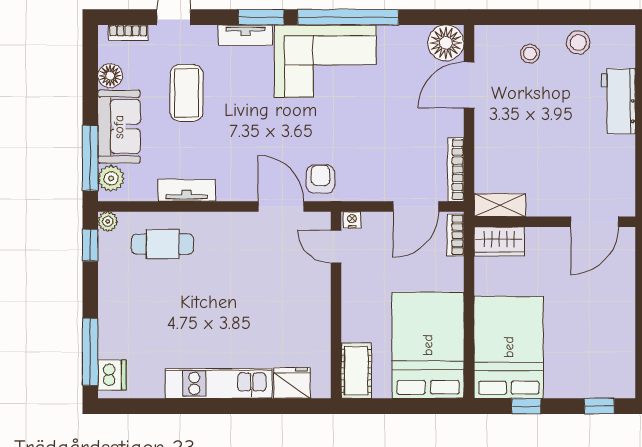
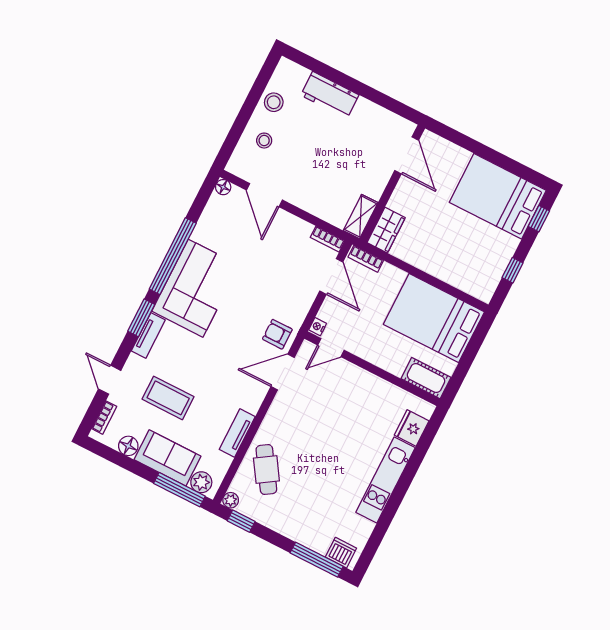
floor lamp: (446, 43) -> (223, 187), width x0.53, depth x0.53
bookcase: (456, 169) -> (328, 239), width x0.64
cafe table: (163, 244) -> (266, 469), turned -33
bed: (509, 347) -> (498, 196), moved

